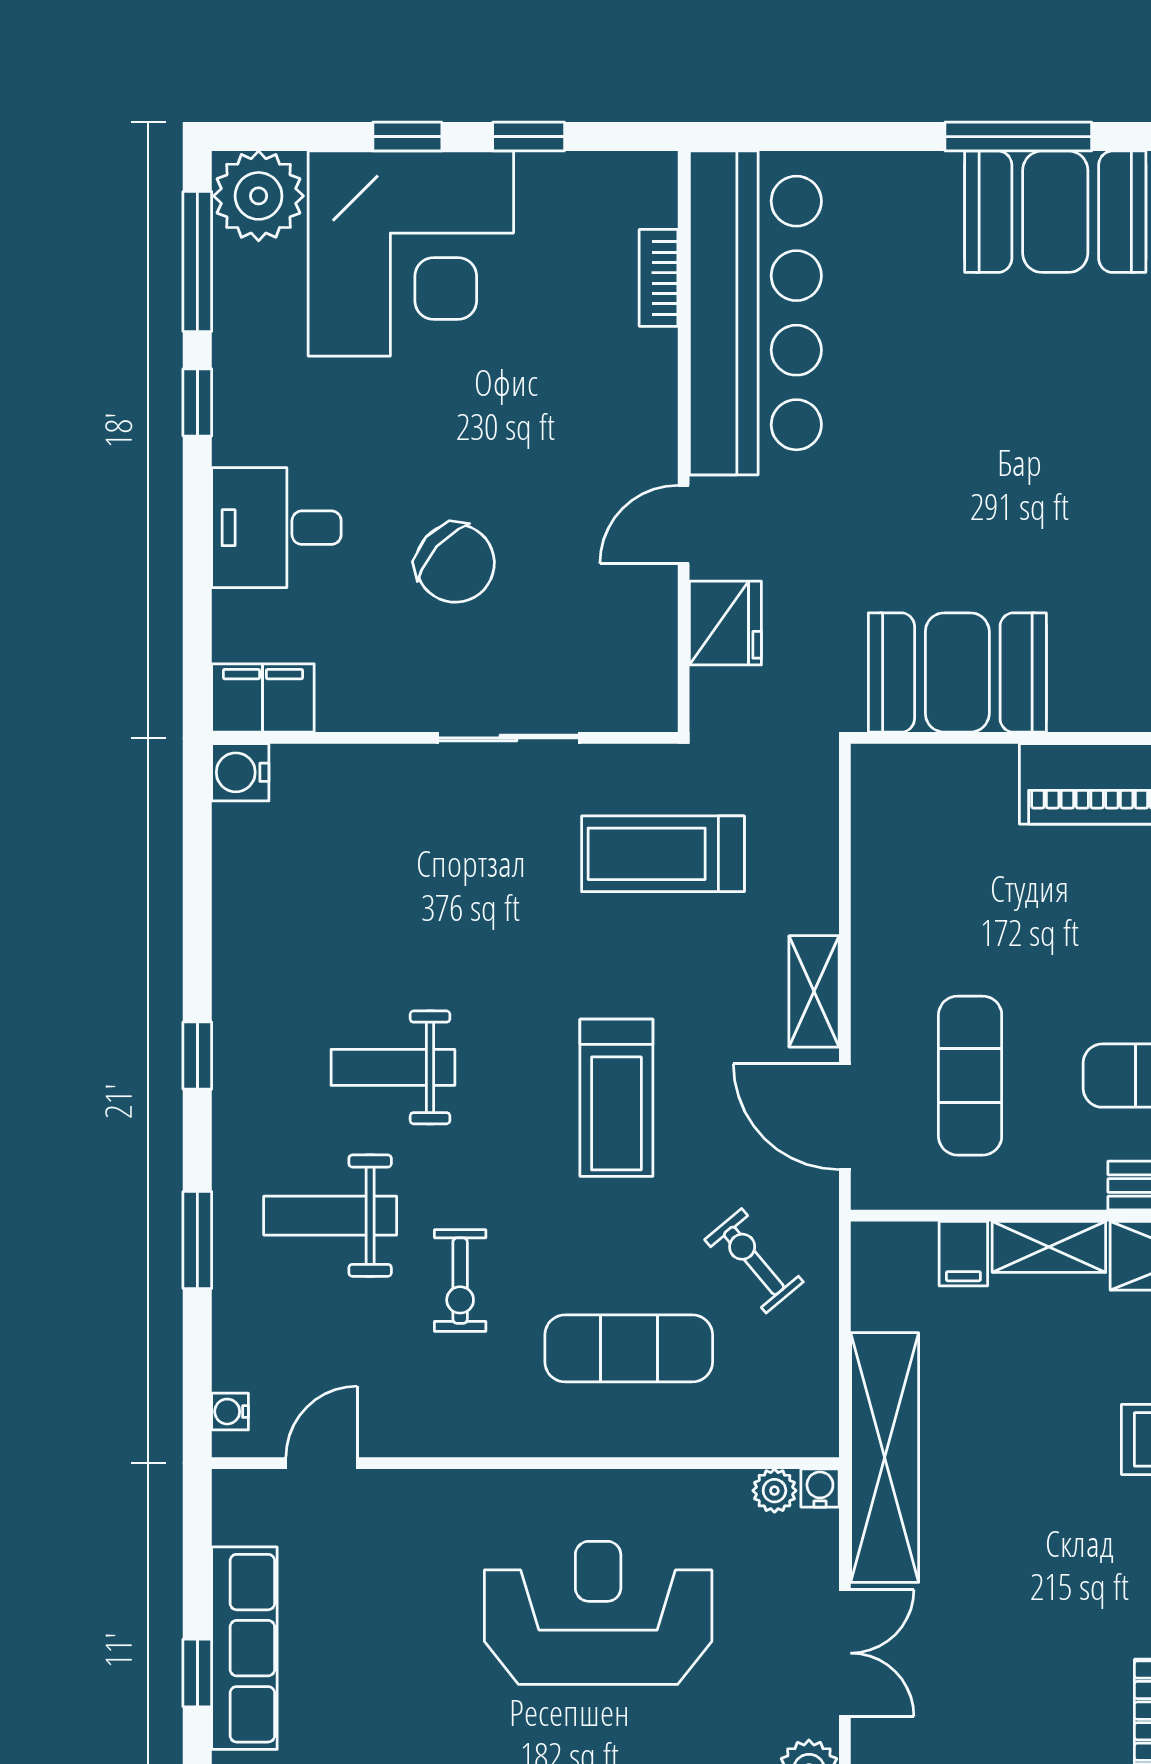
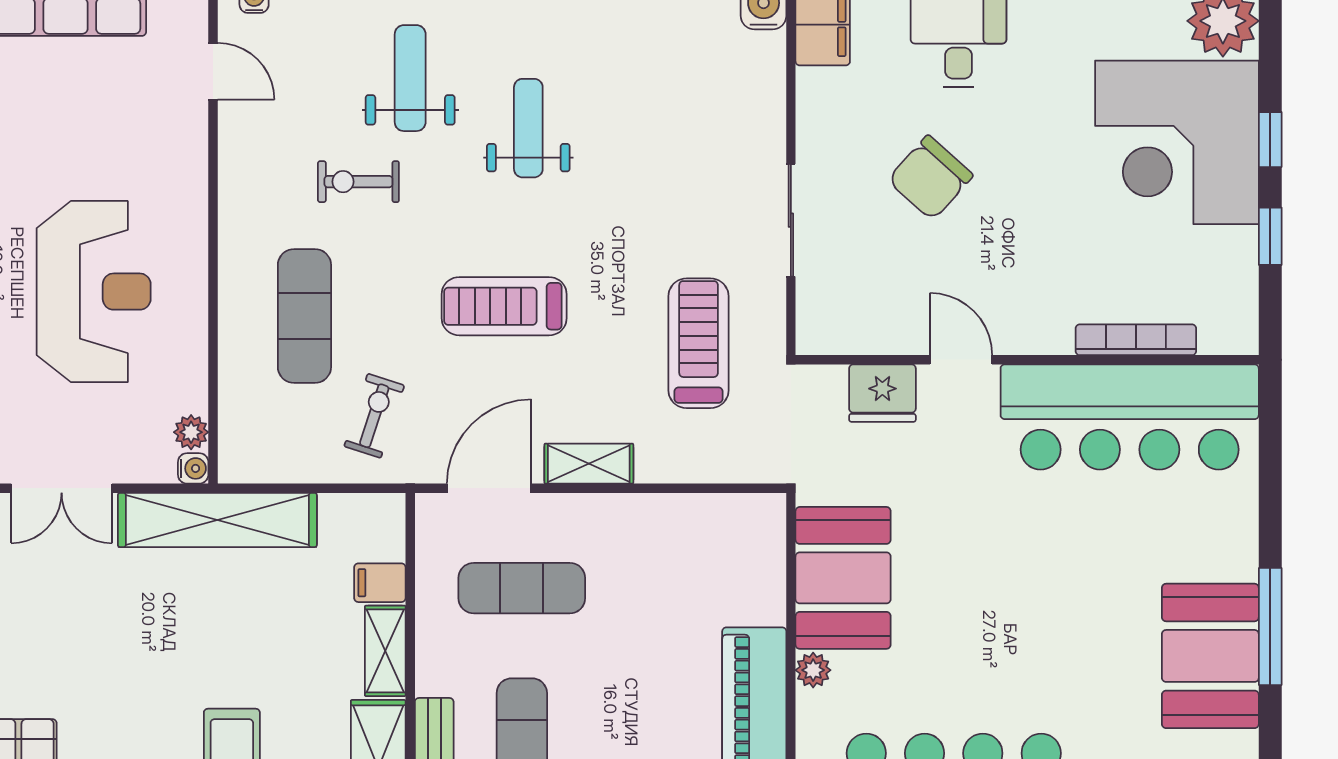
bookcase: (659, 278) -> (1136, 340), width x1.56
plant: (1073, 710) -> (813, 670), added
exercise bike: (754, 1261) -> (374, 416), turned -32

